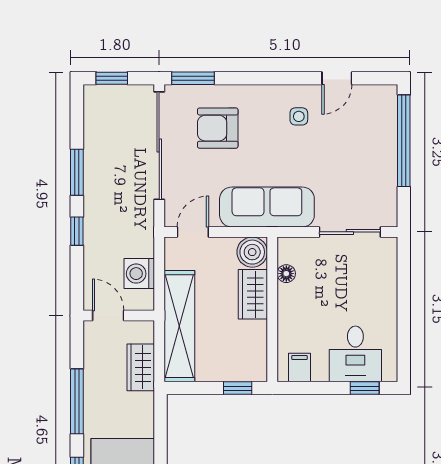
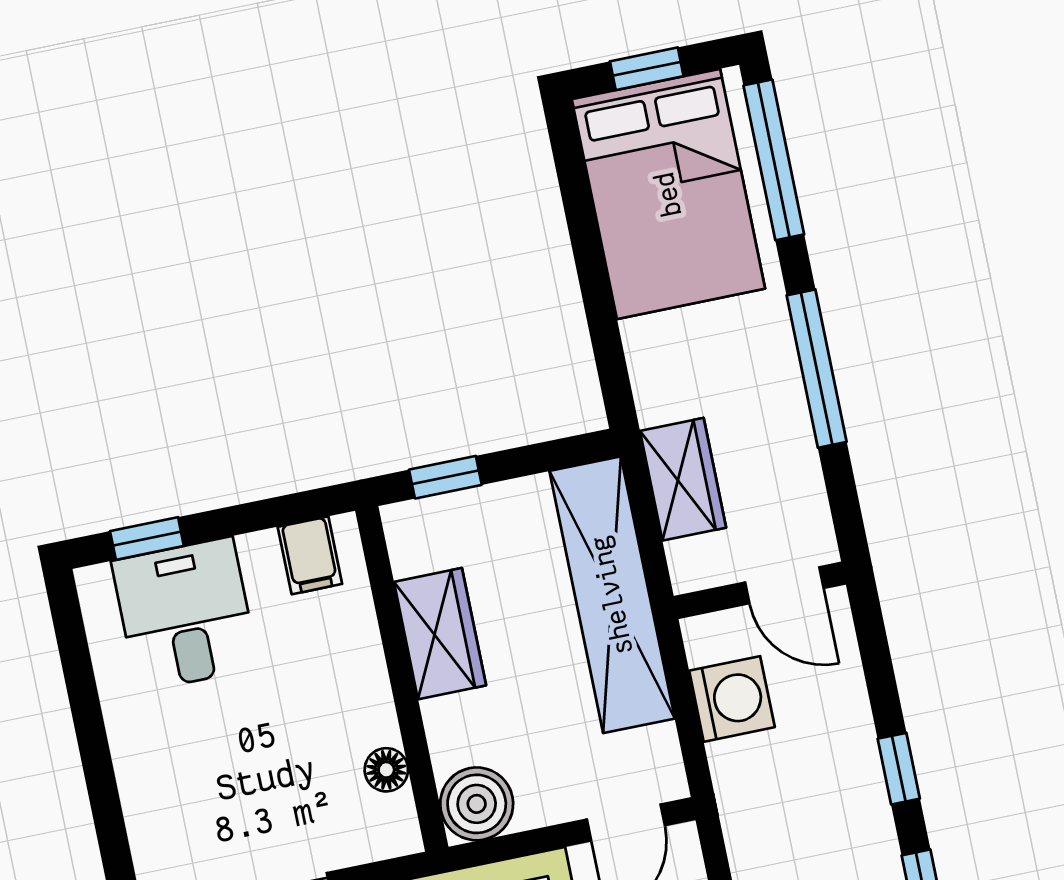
wardrobe: (253, 294) -> (440, 634), moved

